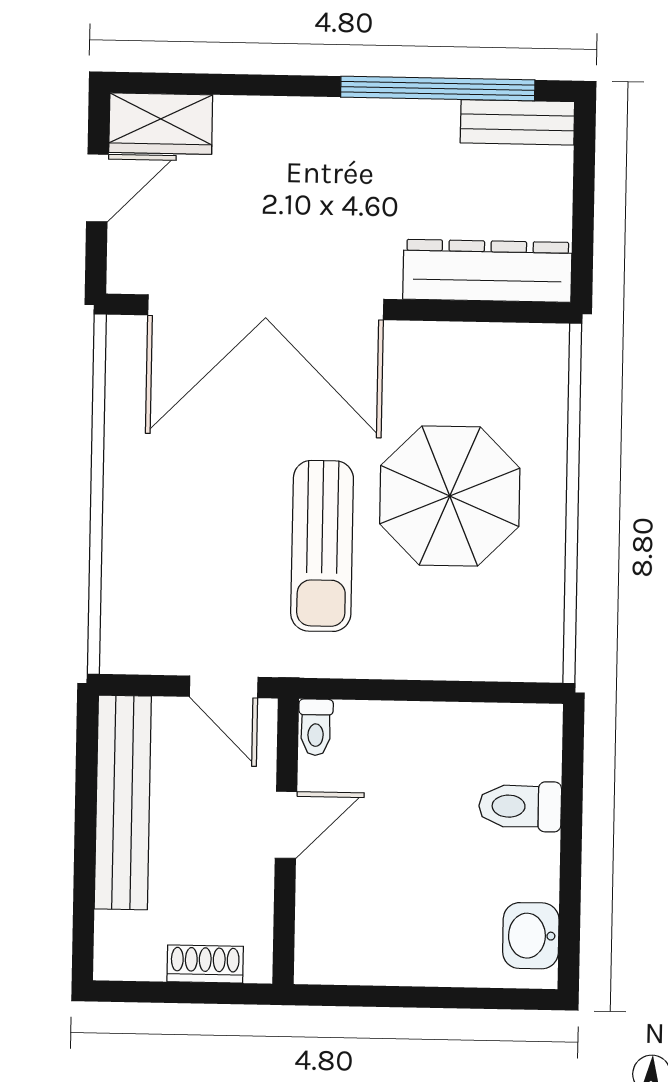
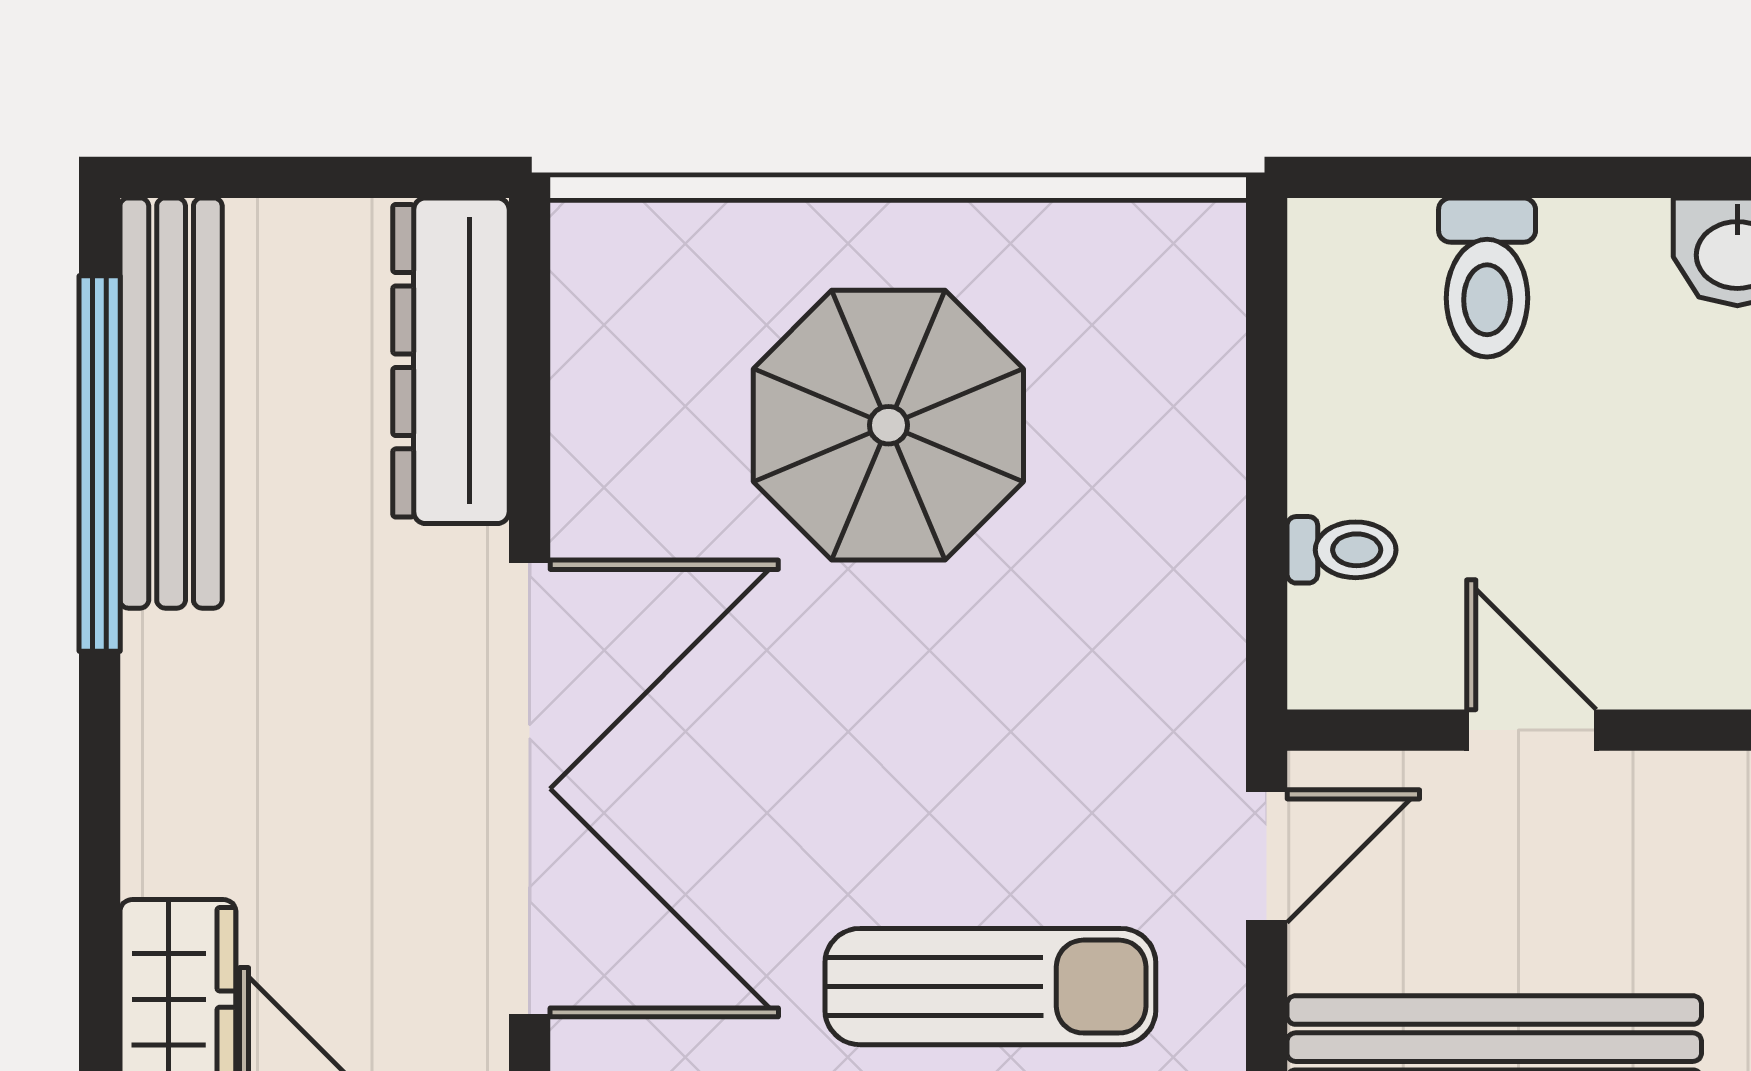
bench: (517, 122) -> (171, 403), width x1.86, depth x1.21
sun lounger: (322, 546) -> (990, 987), moved
toilet: (316, 727) -> (1341, 550), moved

